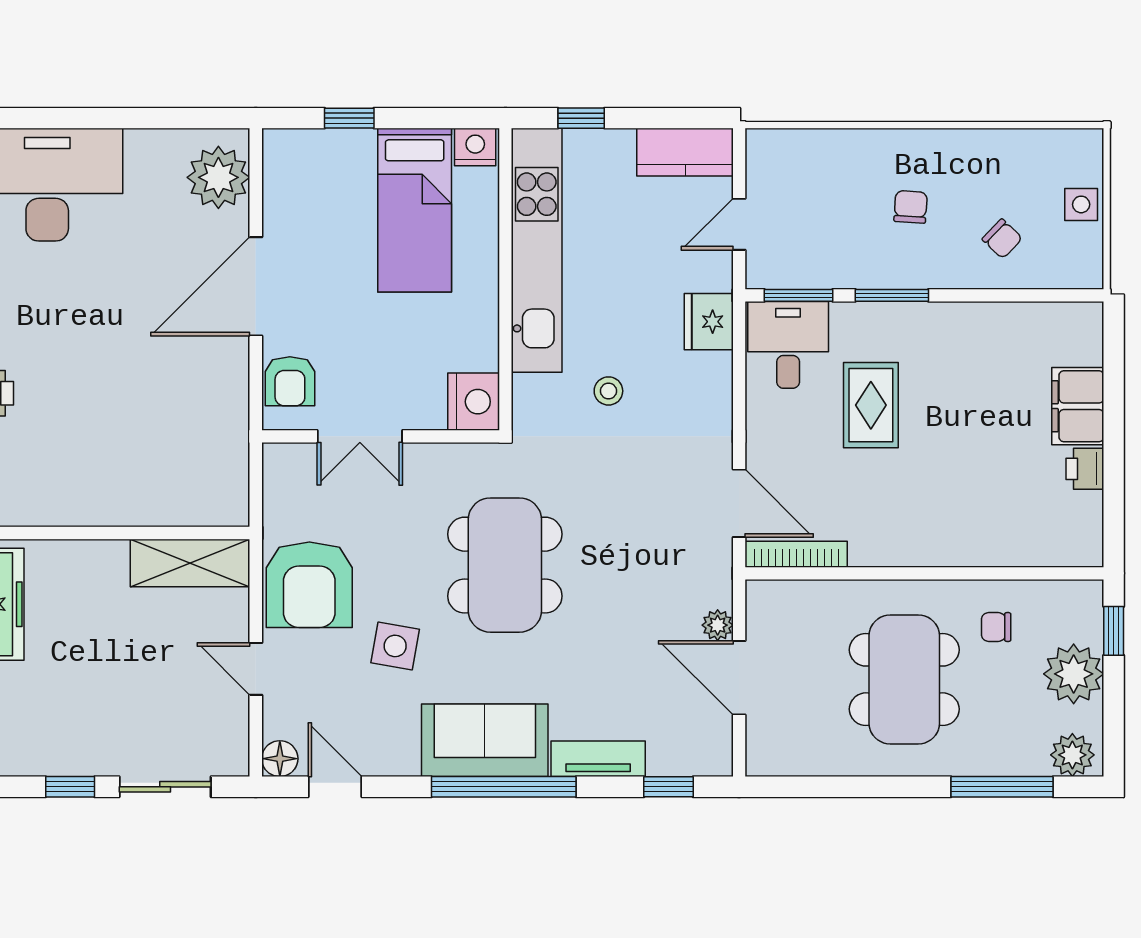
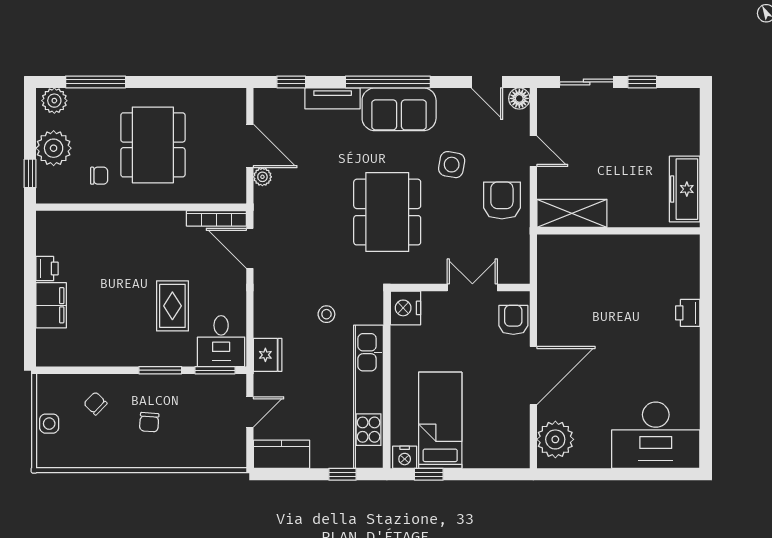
window: (349, 118) -> (429, 474), moved
armchair: (309, 585) -> (502, 200), width x0.73, depth x0.73

